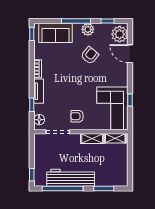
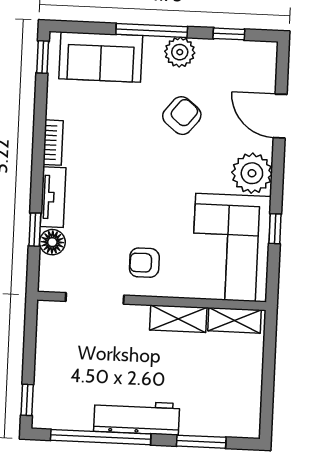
plant: (120, 34) -> (252, 173), moved
floor lamp: (39, 120) -> (52, 242), moved
workbench: (71, 178) -> (137, 418), width x0.73, depth x0.76

